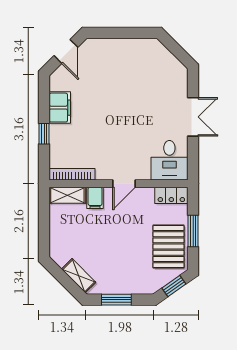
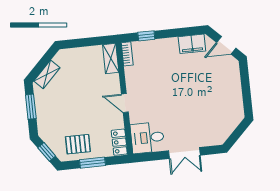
filing cabinet: (60, 108) -> (192, 44), moved
window: (44, 134) -> (146, 36), moved
bookcase: (72, 174) -> (127, 54), width x0.64
filing cabinet: (95, 198) -> (111, 81), removed
pallet: (168, 247) -> (78, 144), width x0.67, depth x0.71

